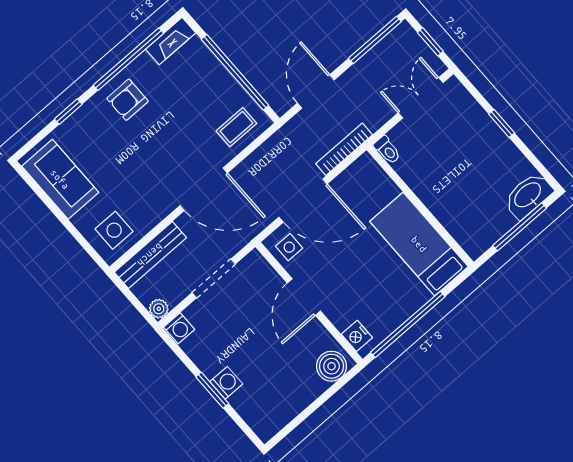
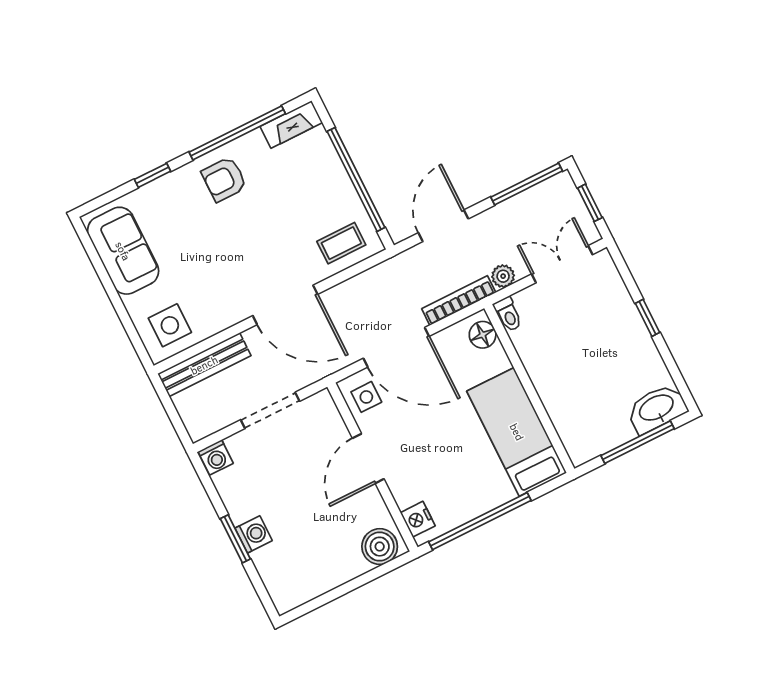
floor lamp: (371, 172) -> (483, 335), added
plant: (159, 309) -> (503, 276), moved

